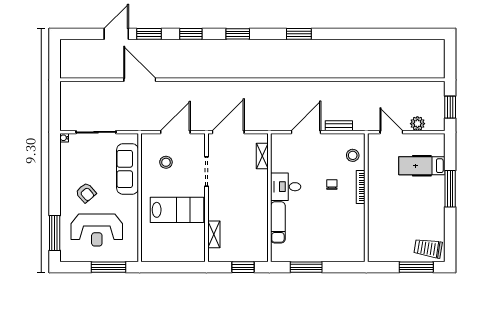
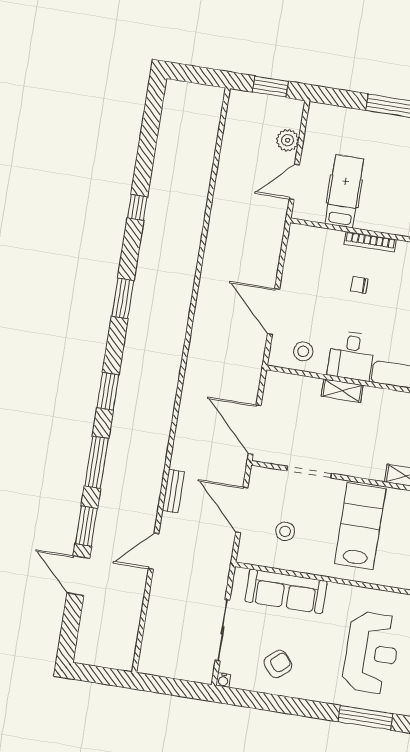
window: (191, 34) -> (97, 462), width x1.44
window: (359, 34) -> (137, 207), added
door: (140, 80) -> (154, 551), width x0.73
bench: (339, 126) -> (173, 491), moved
stool: (353, 155) -> (303, 351), moved
shelving: (262, 156) -> (342, 391), moved
hospital bed: (422, 166) -> (344, 191), moved, turned 180
armchair: (86, 193) -> (278, 664), moved

